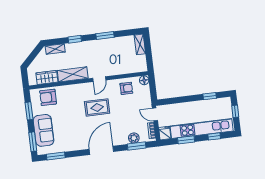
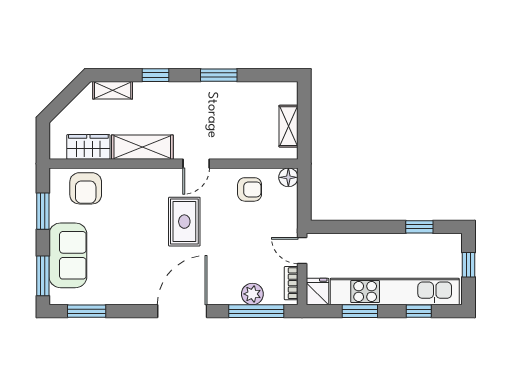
shelving: (140, 44) -> (288, 126), moved
armchair: (48, 97) -> (86, 188), turned -90
rug: (97, 107) -> (184, 222), turned 90
window: (137, 146) -> (256, 311), width x1.44

